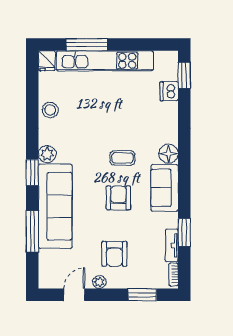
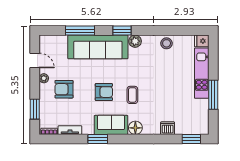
window: (87, 45) -> (213, 95), moved
kitchen unit: (105, 61) -> (202, 73), width x0.73
dishwasher: (169, 91) -> (168, 128), moved
window: (184, 232) -> (98, 139), moved

